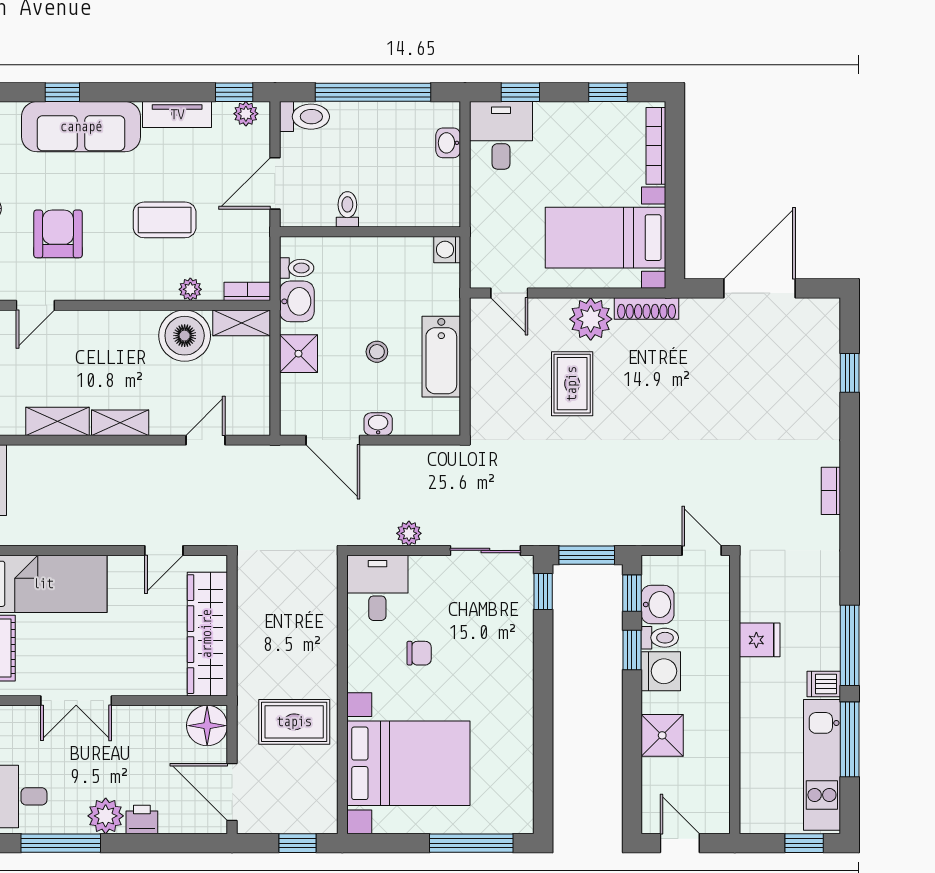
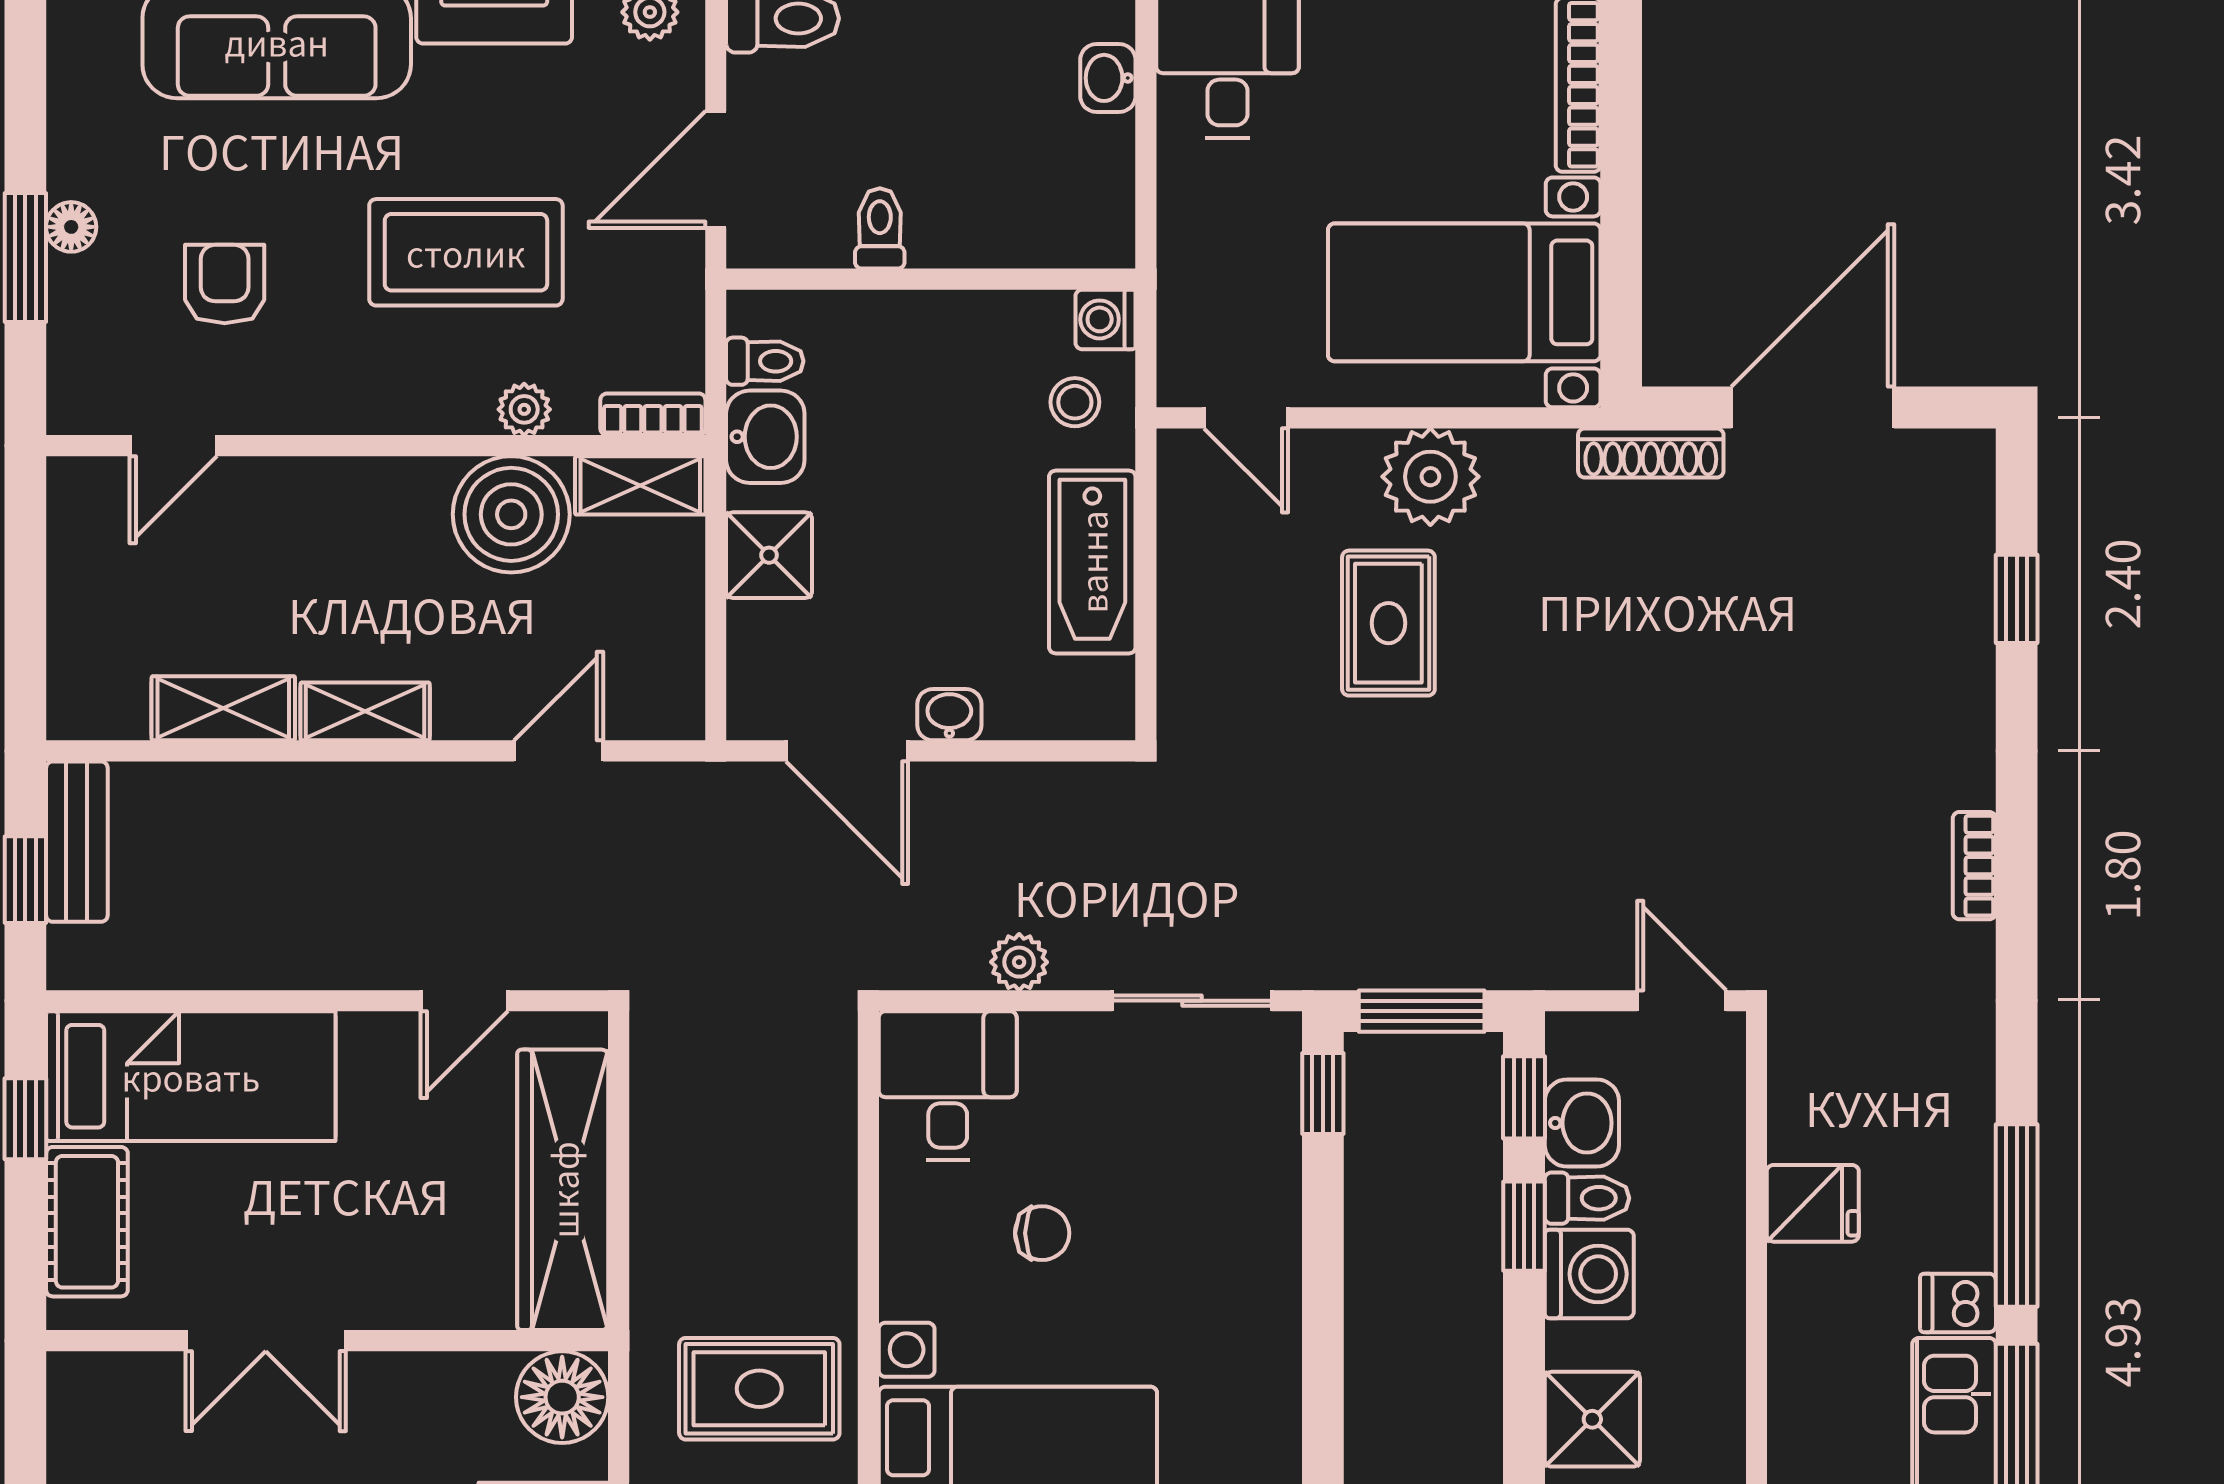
coffee table: (165, 220) -> (466, 252), width x1.36, depth x1.32
armchair: (58, 234) -> (225, 284), width x0.72, depth x0.72
shoe rack: (647, 309) -> (1651, 453), moved
stool: (377, 352) -> (1075, 402), moved

